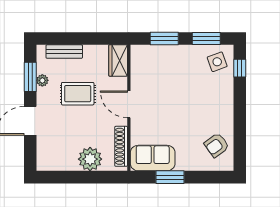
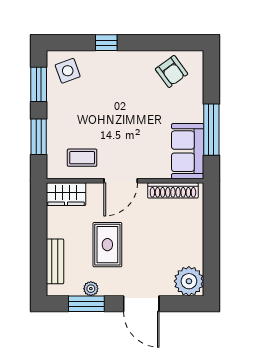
window: (240, 68) -> (106, 43), moved
coffee table: (147, 73) -> (82, 158), added
plant: (90, 159) -> (189, 281), moved
window: (170, 177) -> (211, 130), width x1.44

